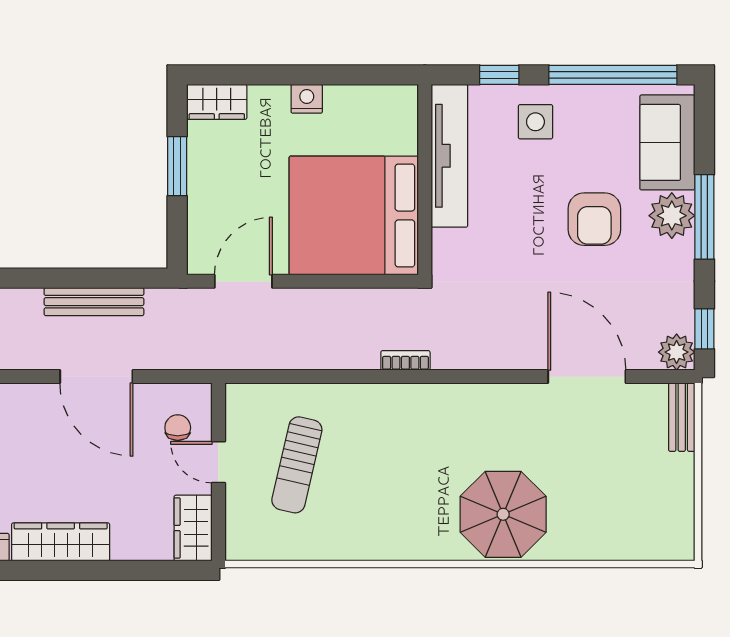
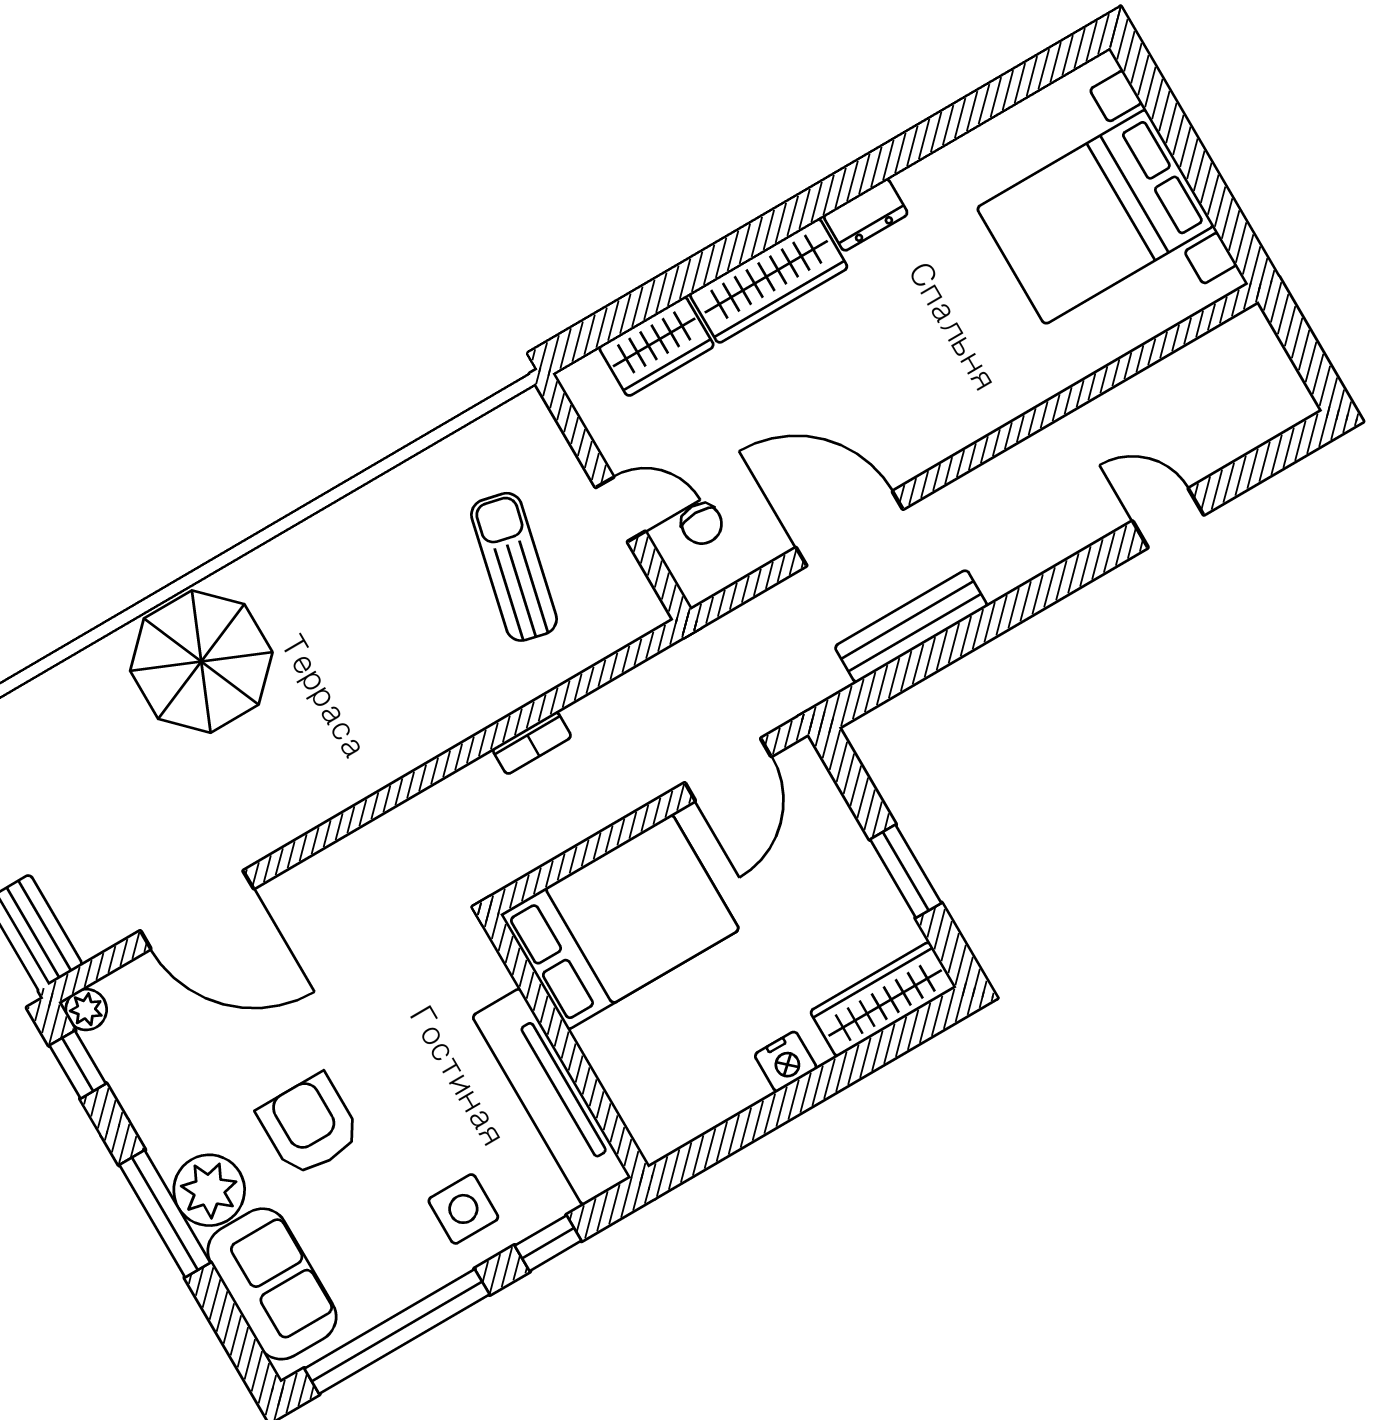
wardrobe: (217, 102) -> (883, 999), width x1.50
bed: (354, 215) -> (620, 922), width x0.73
plant: (677, 352) -> (86, 1010), width x0.73, depth x0.73
bookcase: (405, 360) -> (532, 743), moved
wardrobe: (193, 528) -> (656, 346), moved, turned 90

